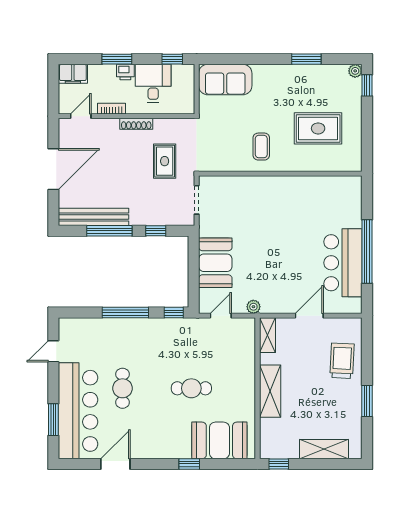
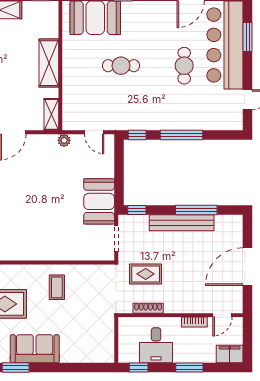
printer: (125, 72) -> (182, 356), removed
sofa: (225, 80) -> (35, 349), moved
shoe rack: (136, 124) -> (148, 308), moved
rug: (165, 161) -> (146, 274), turned 90
bench: (94, 217) -> (182, 223), moved
window: (156, 231) -> (137, 210), moved
booth: (215, 263) -> (99, 201), moved
door: (221, 316) -> (94, 132), hinge flipped

